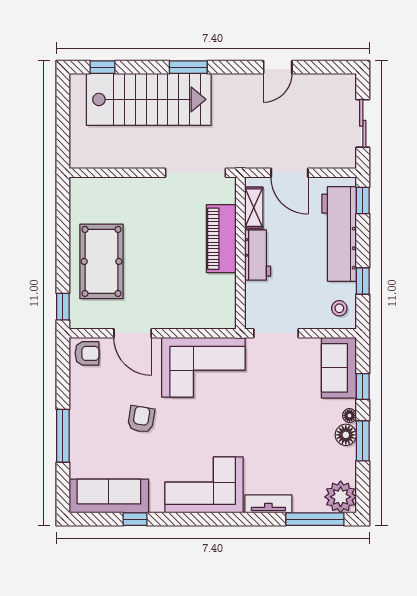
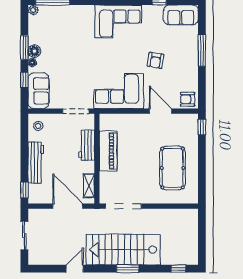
stairs: (149, 99) -> (123, 250), moved
door: (289, 173) -> (68, 206), width x1.36
workbench: (339, 234) -> (36, 162), width x0.73, depth x0.76
piano: (221, 239) -> (108, 151), moved
workbench: (258, 255) -> (87, 145), moved
pool table: (102, 261) -> (173, 168), moved
window: (363, 281) -> (24, 142), removed
sofa: (109, 496) -> (181, 15), width x0.73
plant: (341, 497) -> (33, 10), width x0.53, depth x0.53
tv unit: (268, 504) -> (80, 10), removed

